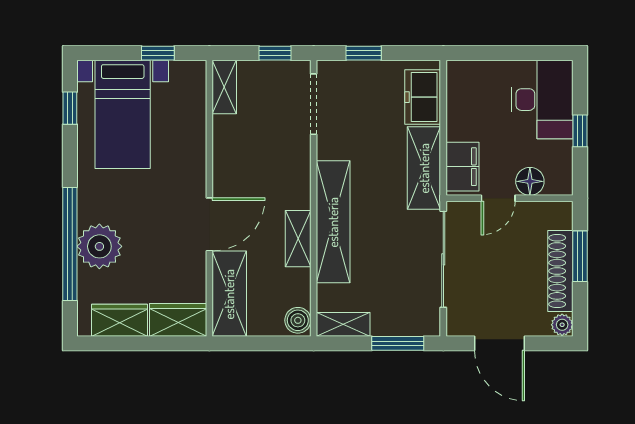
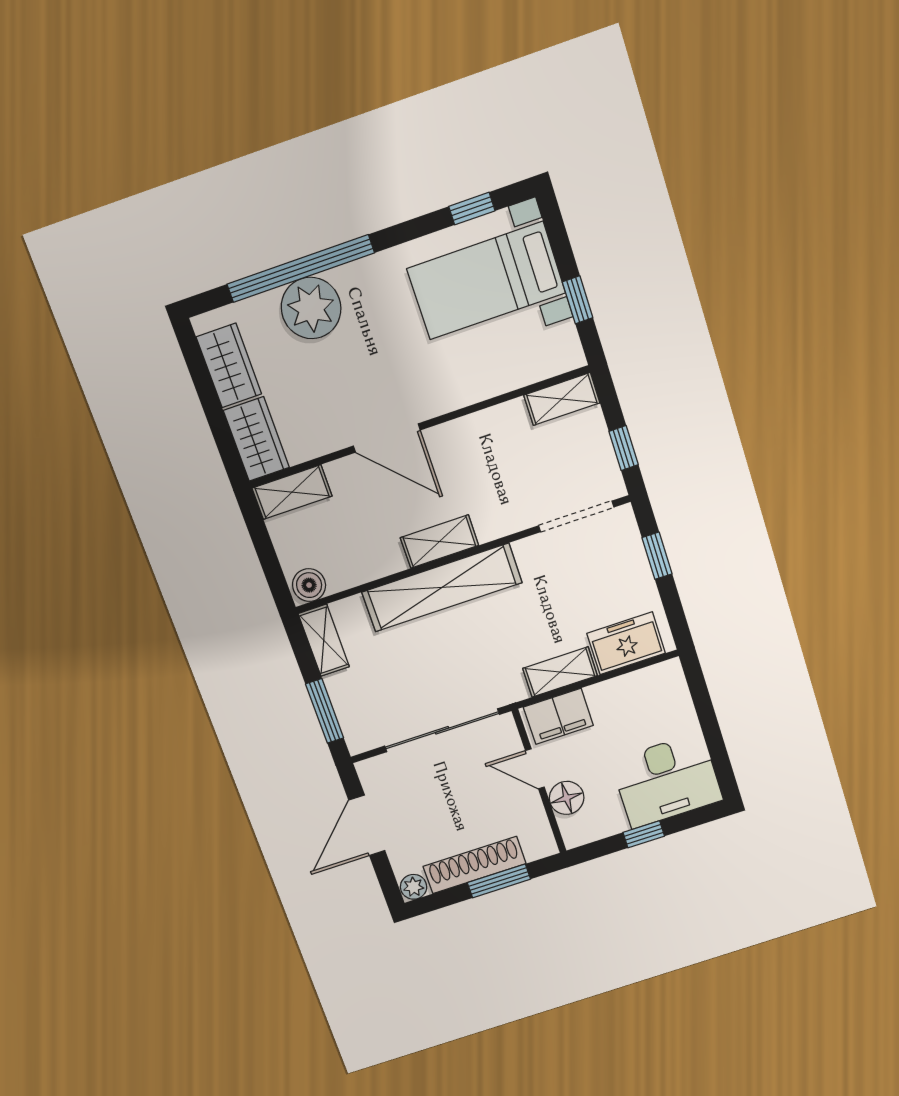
shelving: (424, 168) -> (560, 672), width x0.67, depth x0.75
shelving: (298, 239) -> (439, 542), moved
shelving: (229, 294) -> (292, 492), width x0.67, depth x0.75

